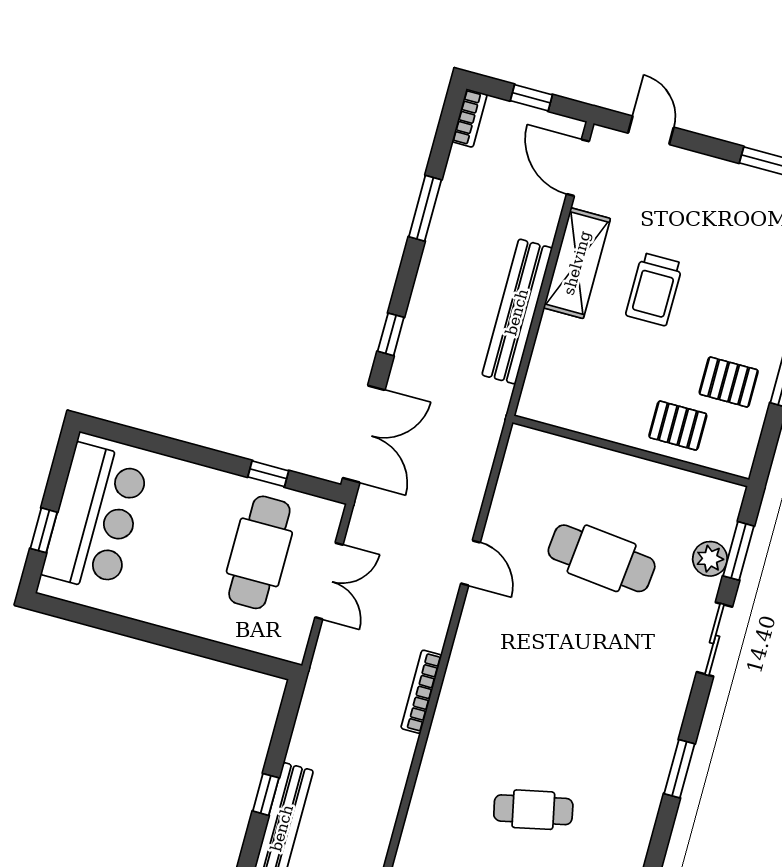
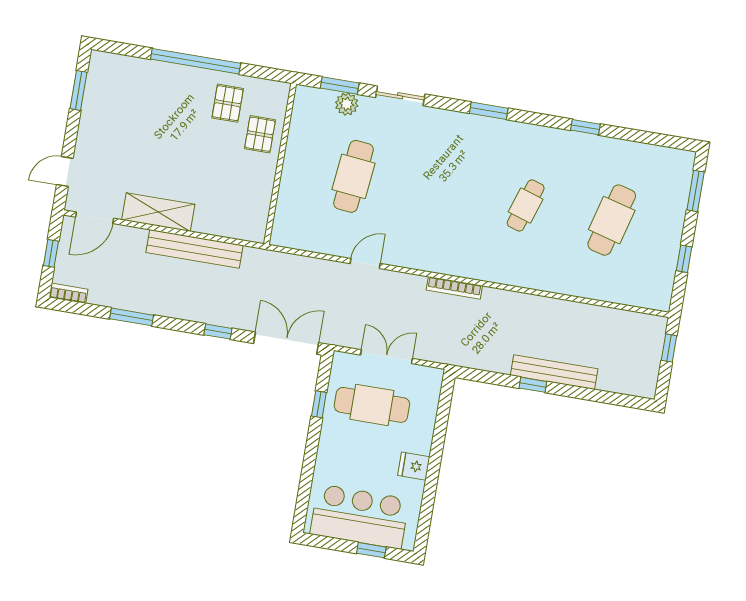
trolley: (654, 289) -> (171, 159), removed
fridge: (163, 606) -> (414, 466), added
cafe table: (533, 810) -> (526, 205), turned 30

